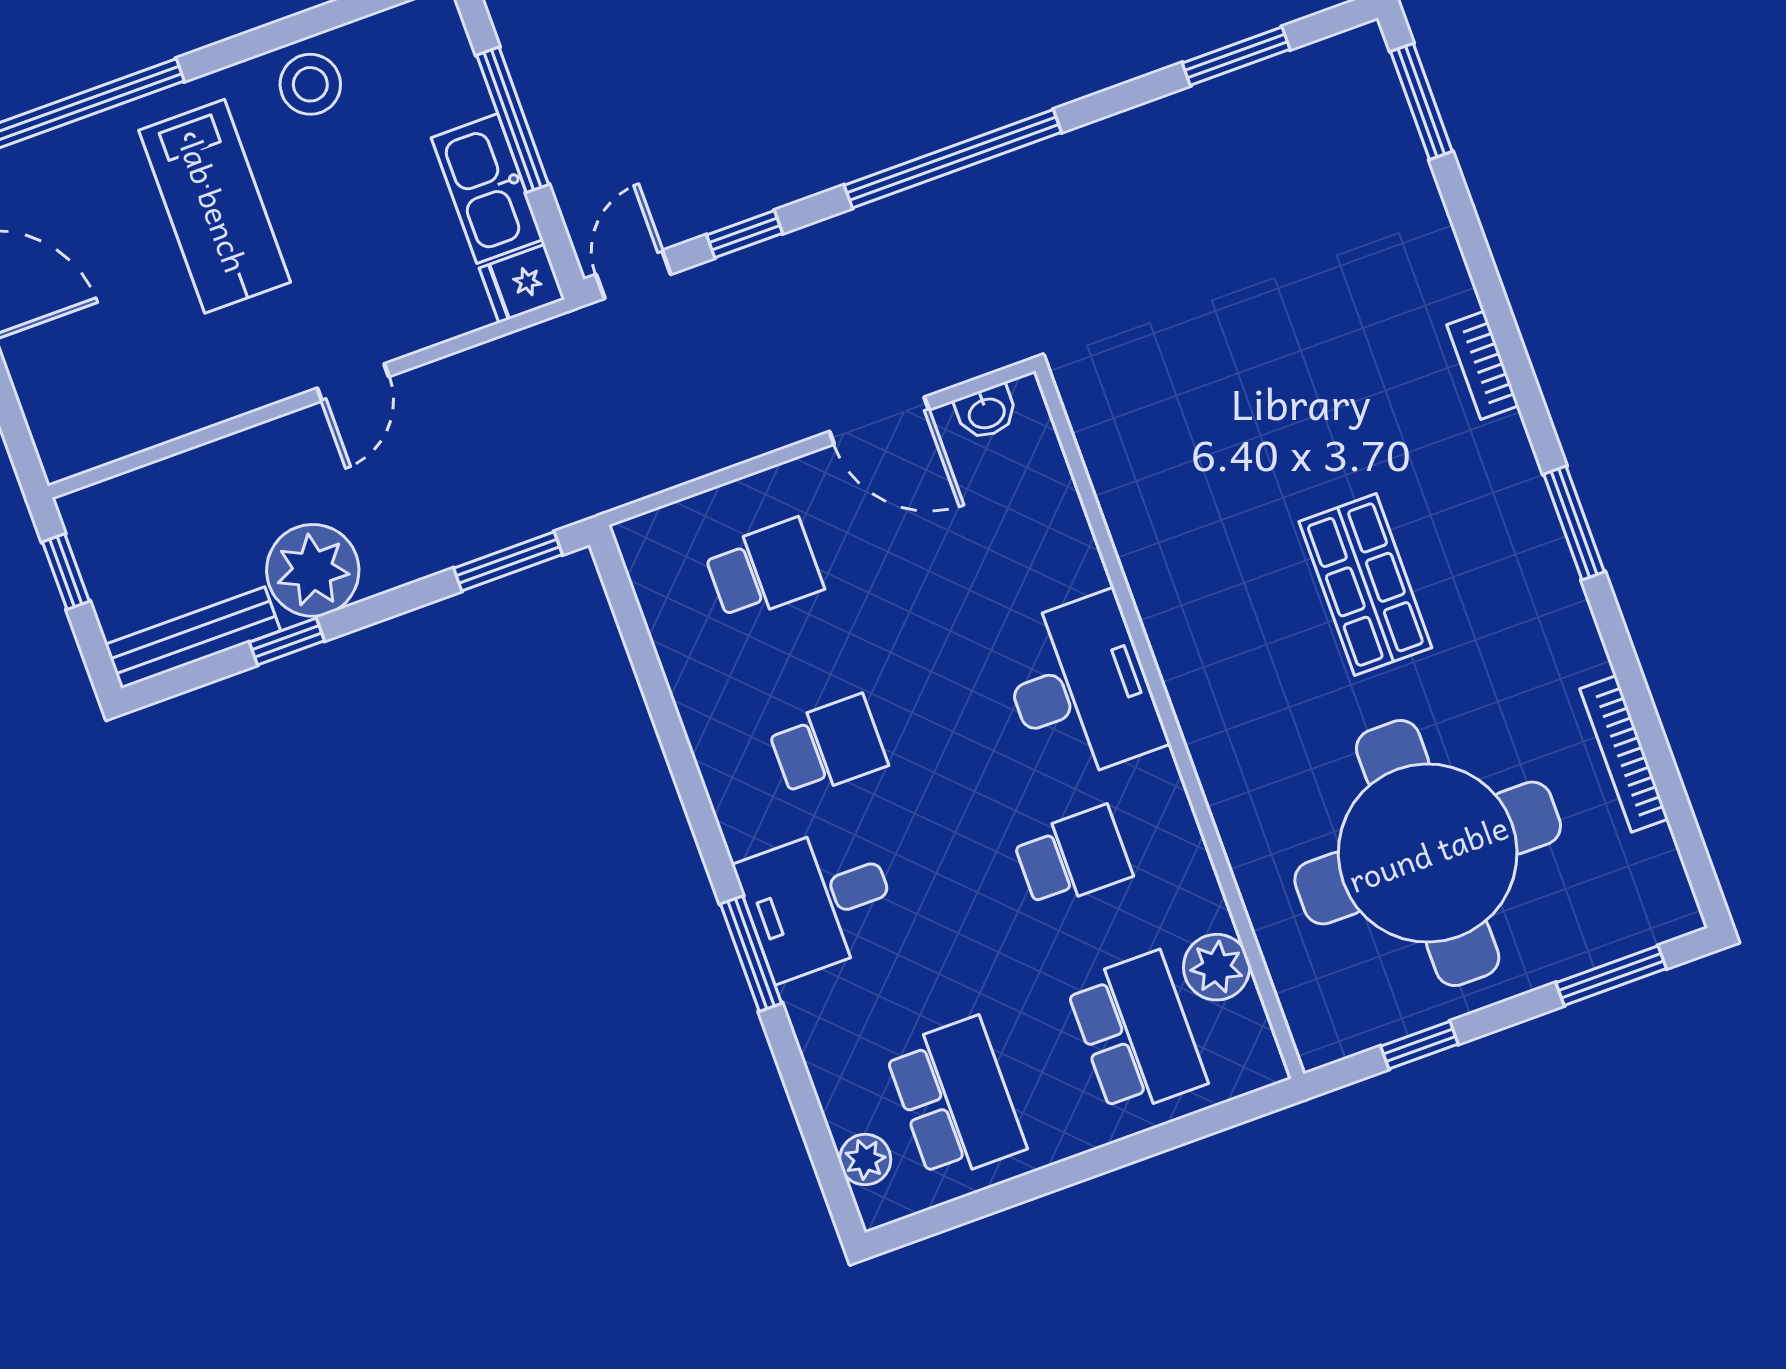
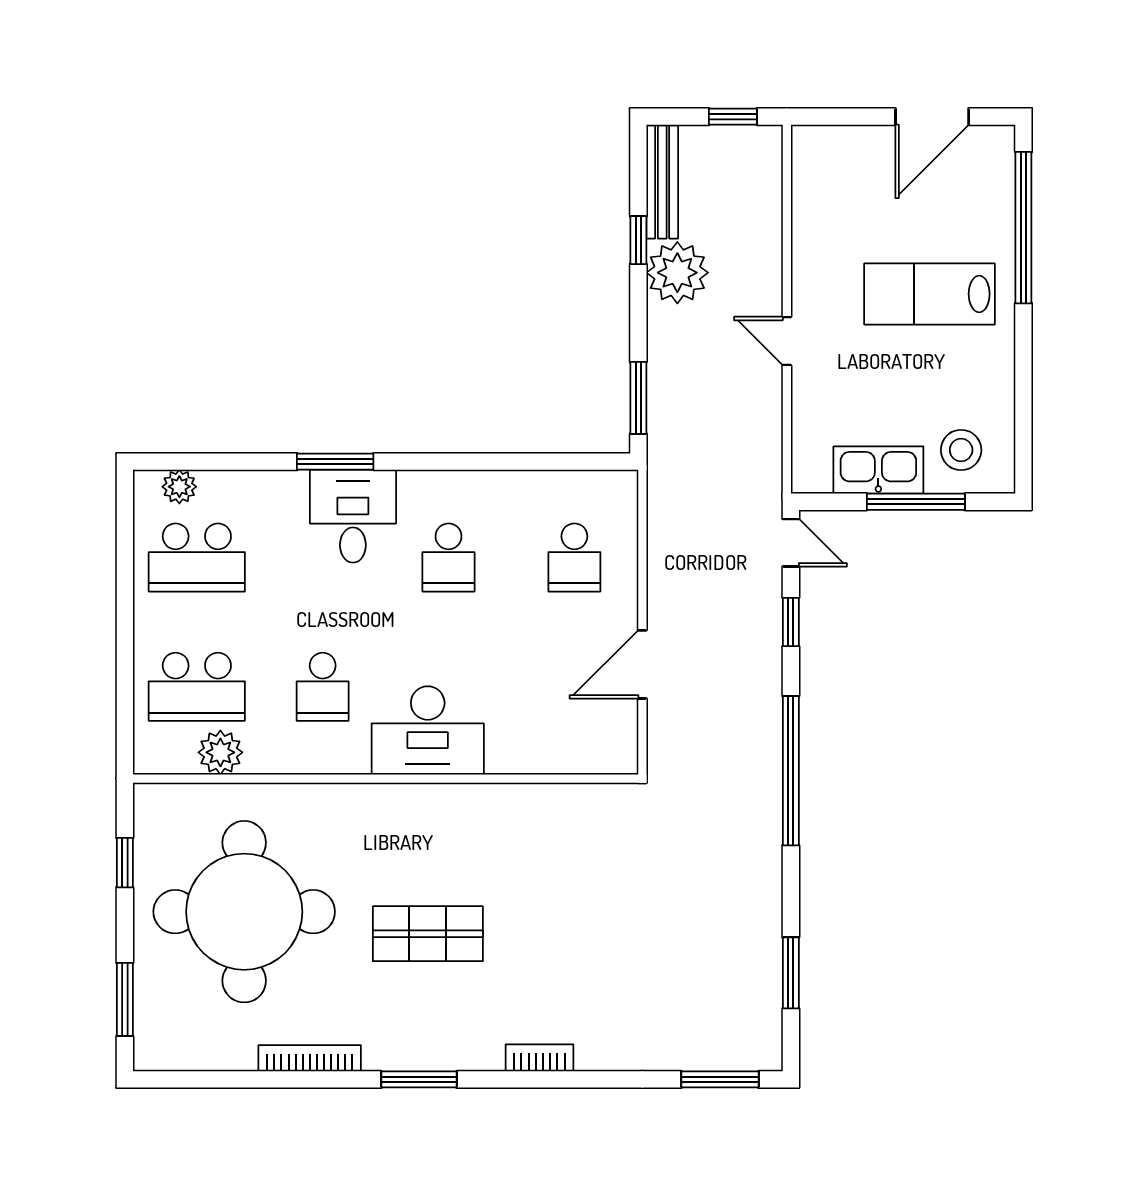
stool: (310, 84) -> (961, 450), moved
fridge: (522, 284) -> (810, 470), removed
washbasin: (986, 412) -> (623, 734), removed
bookcase: (1624, 754) -> (310, 1058), moved

